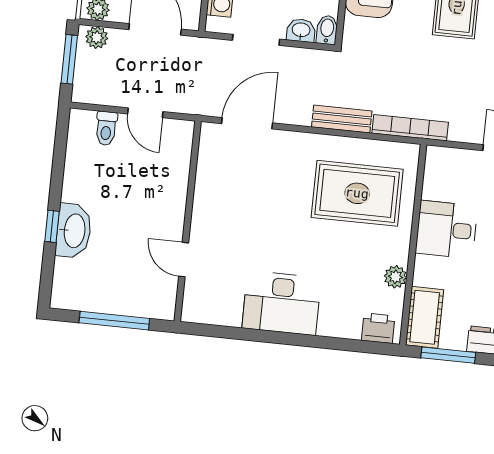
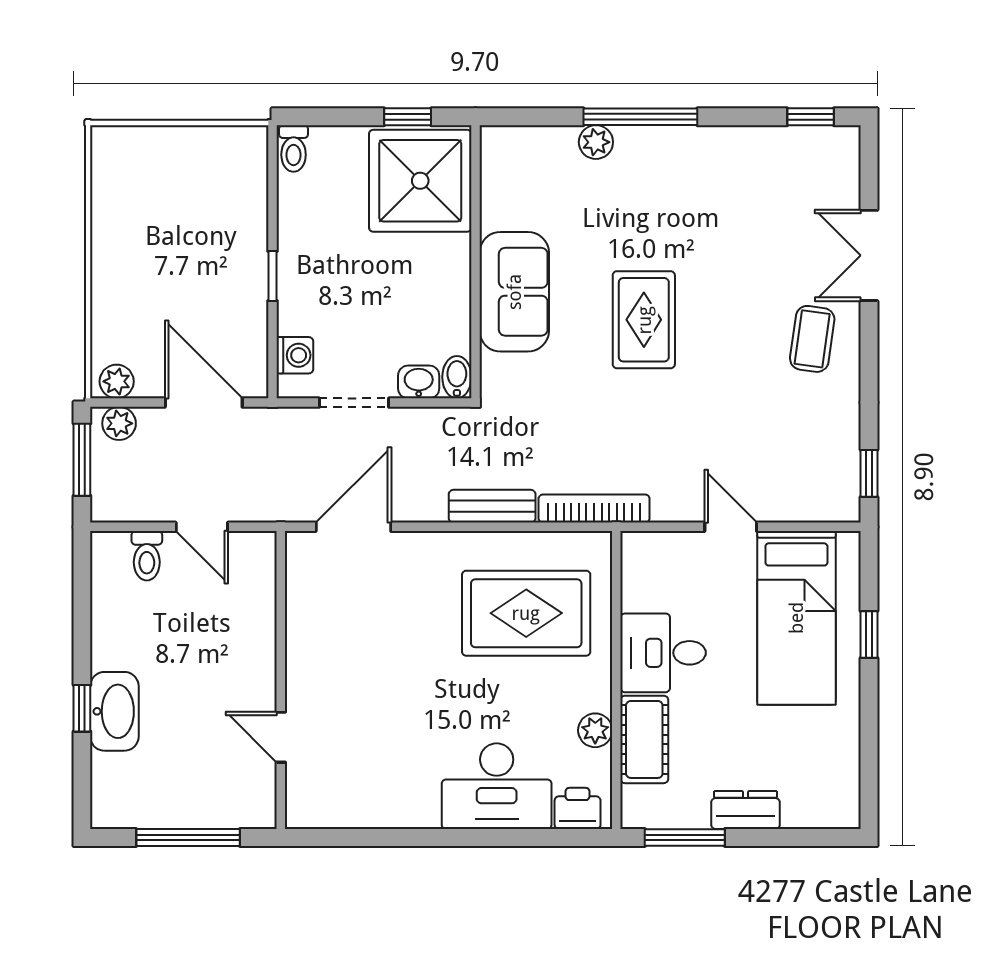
desk: (282, 303) -> (497, 786), moved
cot: (425, 317) -> (644, 739), moved

